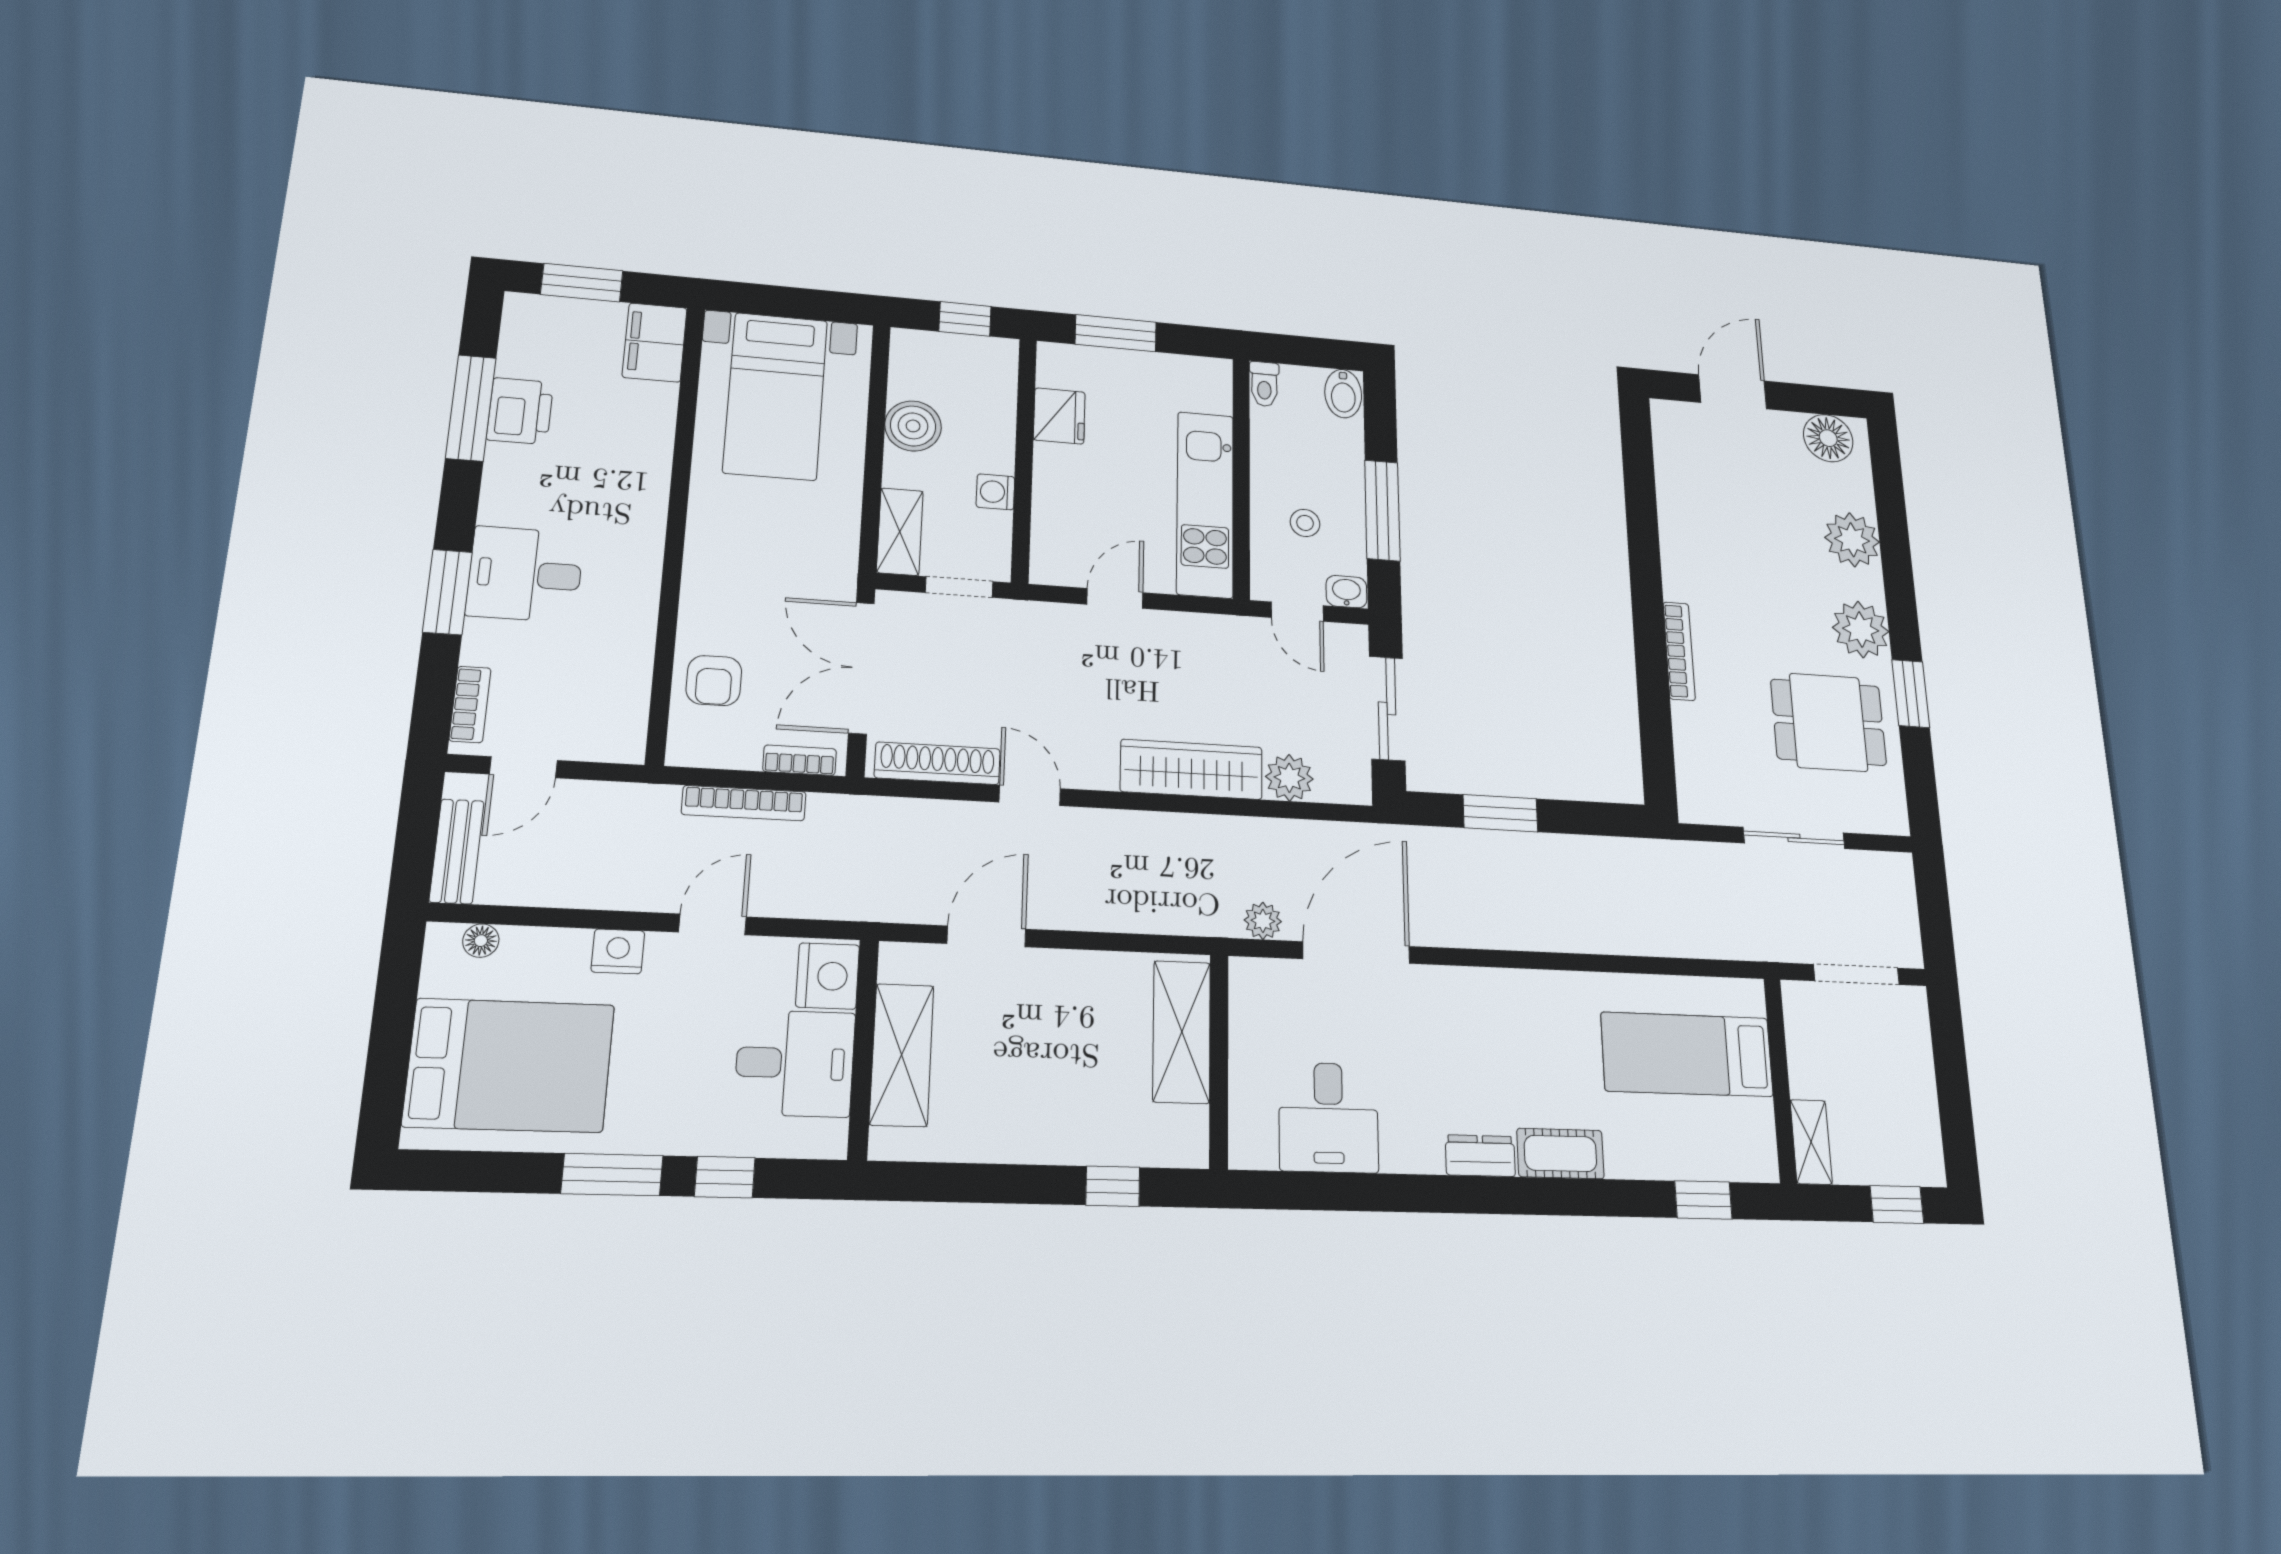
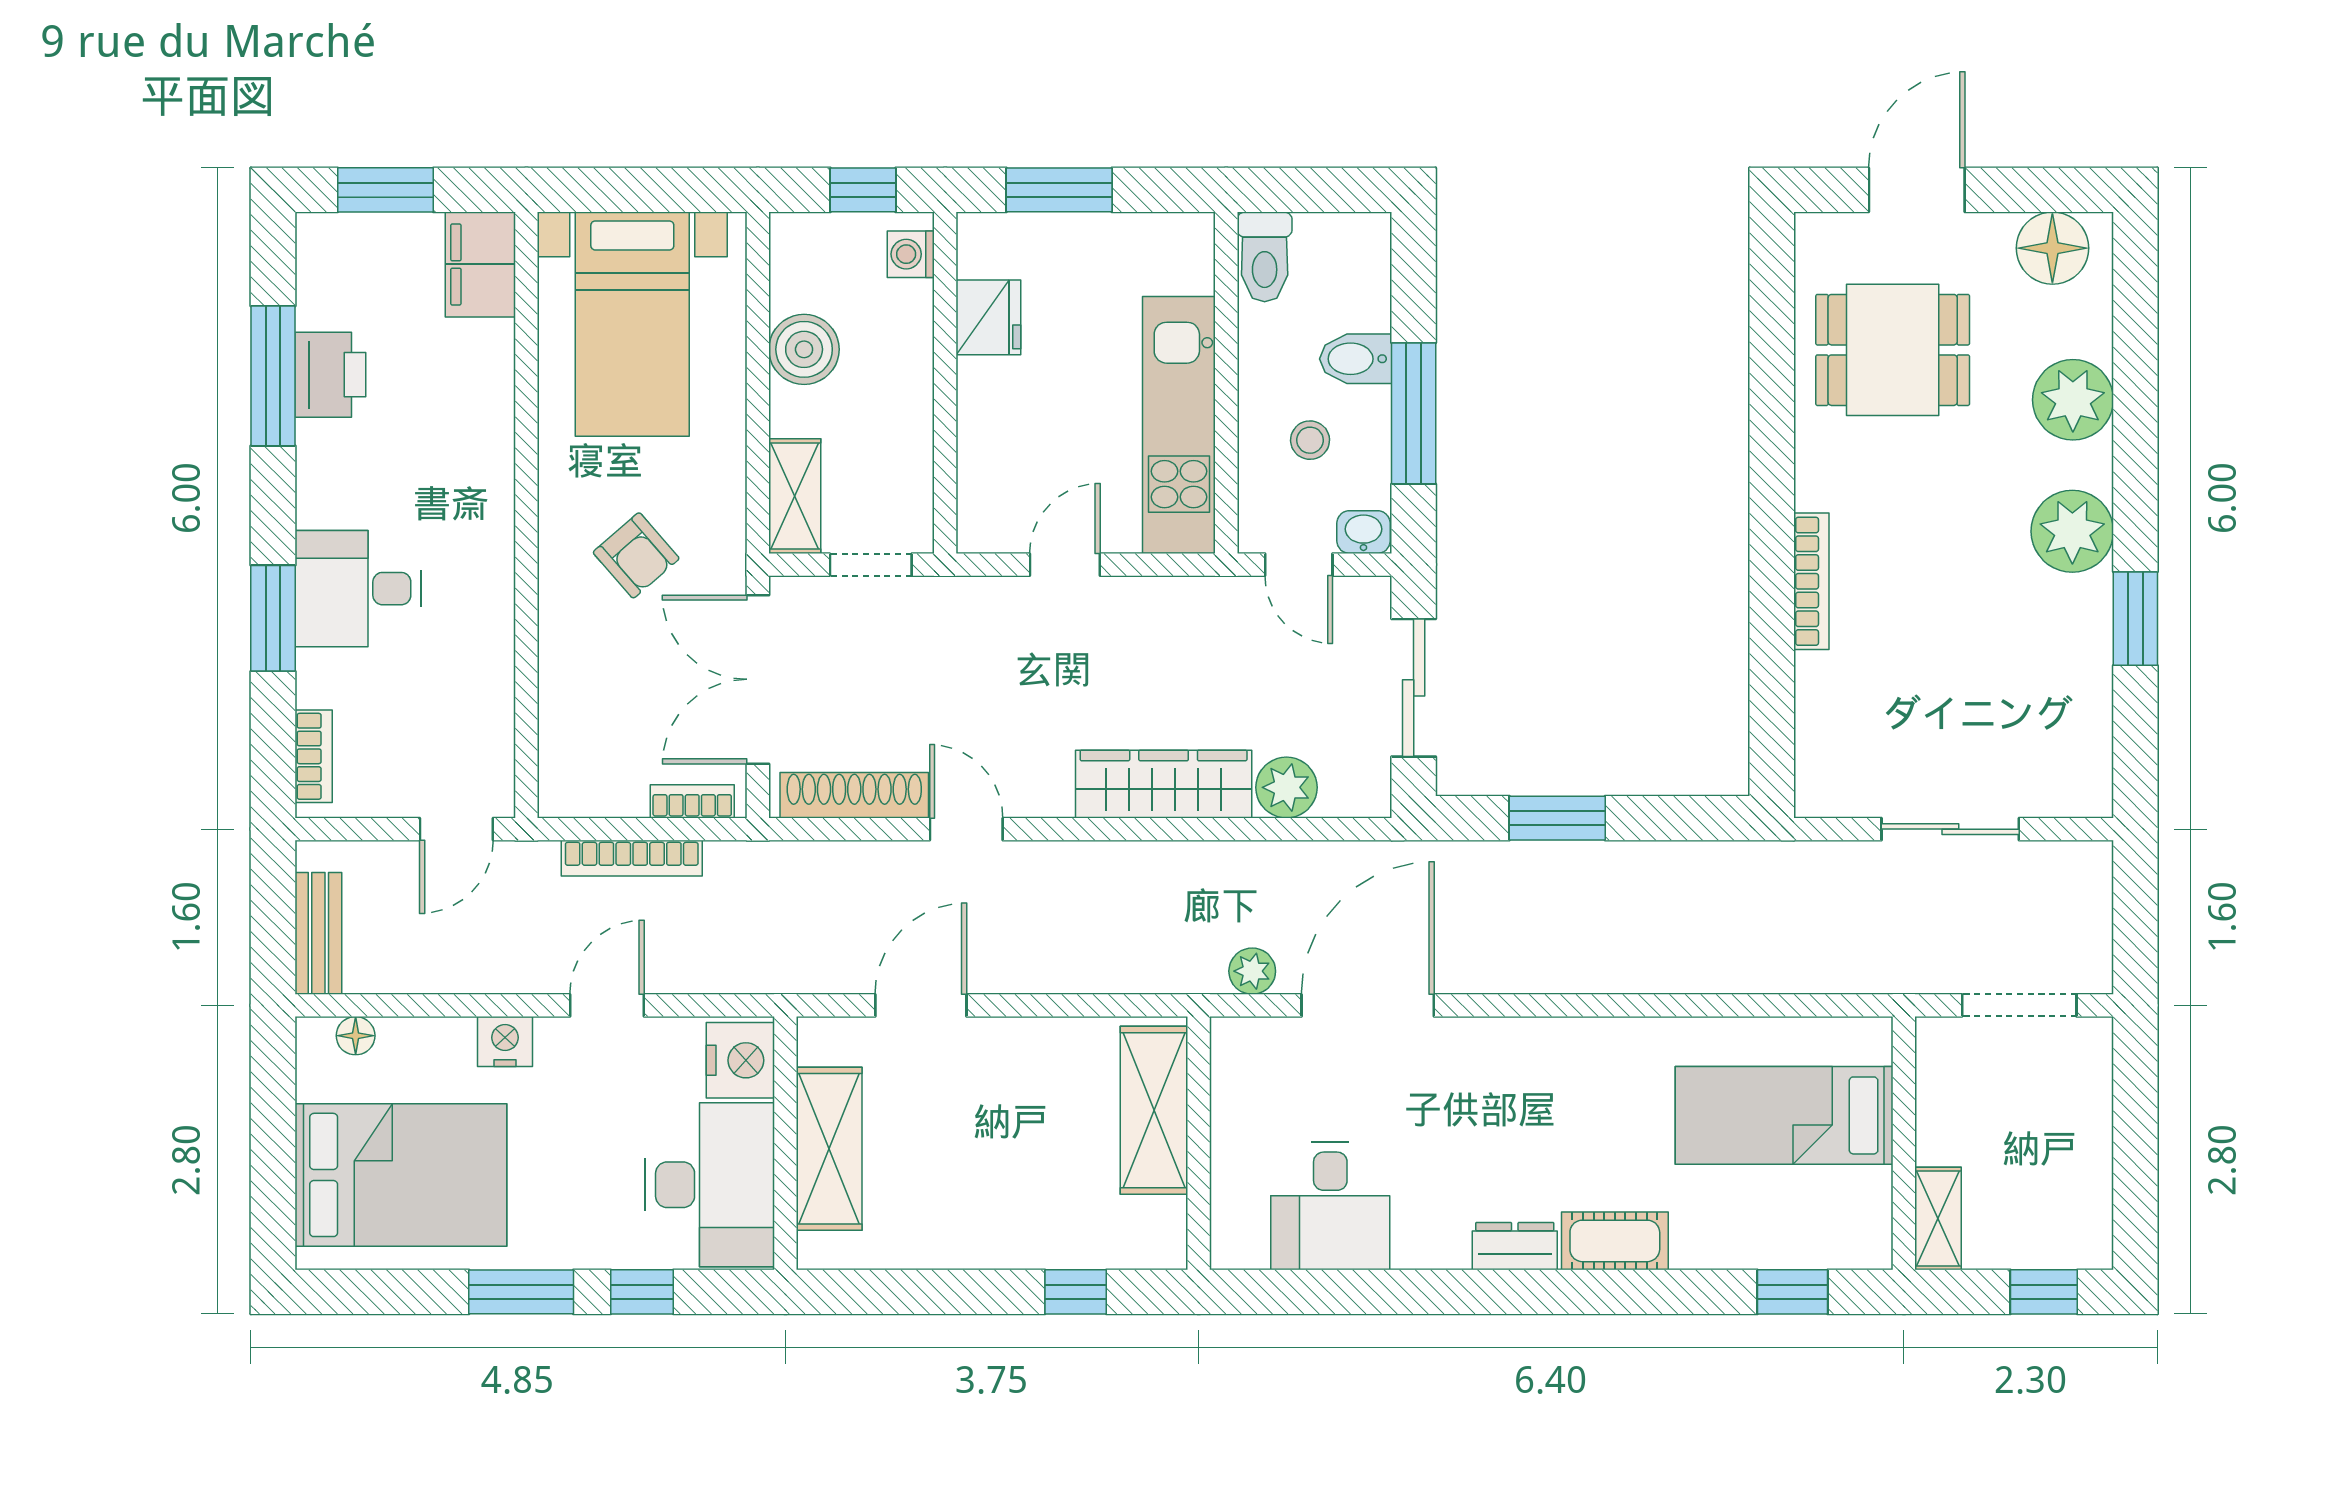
toilet: (1264, 384) -> (1265, 257), width x1.37, depth x1.39
bidet: (1343, 394) -> (1356, 359), moved, turned 90
washing machine: (995, 492) -> (911, 254), moved
armchair: (714, 681) -> (636, 555), moved, turned -41
dining table: (1828, 722) -> (1893, 350), moved
door: (523, 767) -> (456, 829), moved
desk: (795, 1063) -> (710, 1185), width x1.37

